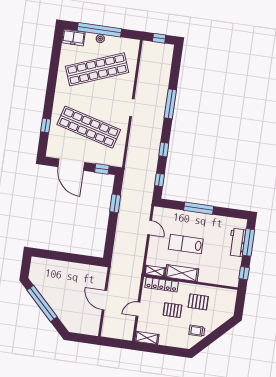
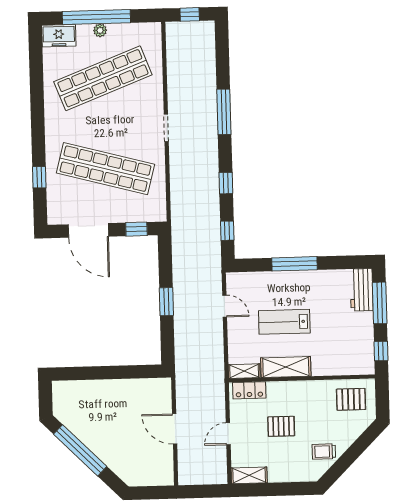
window: (115, 203) -> (166, 302), moved
workbench: (237, 242) -> (362, 290), moved
locker: (162, 285) -> (249, 390), width x0.66
pallet: (198, 302) -> (351, 399), moved

